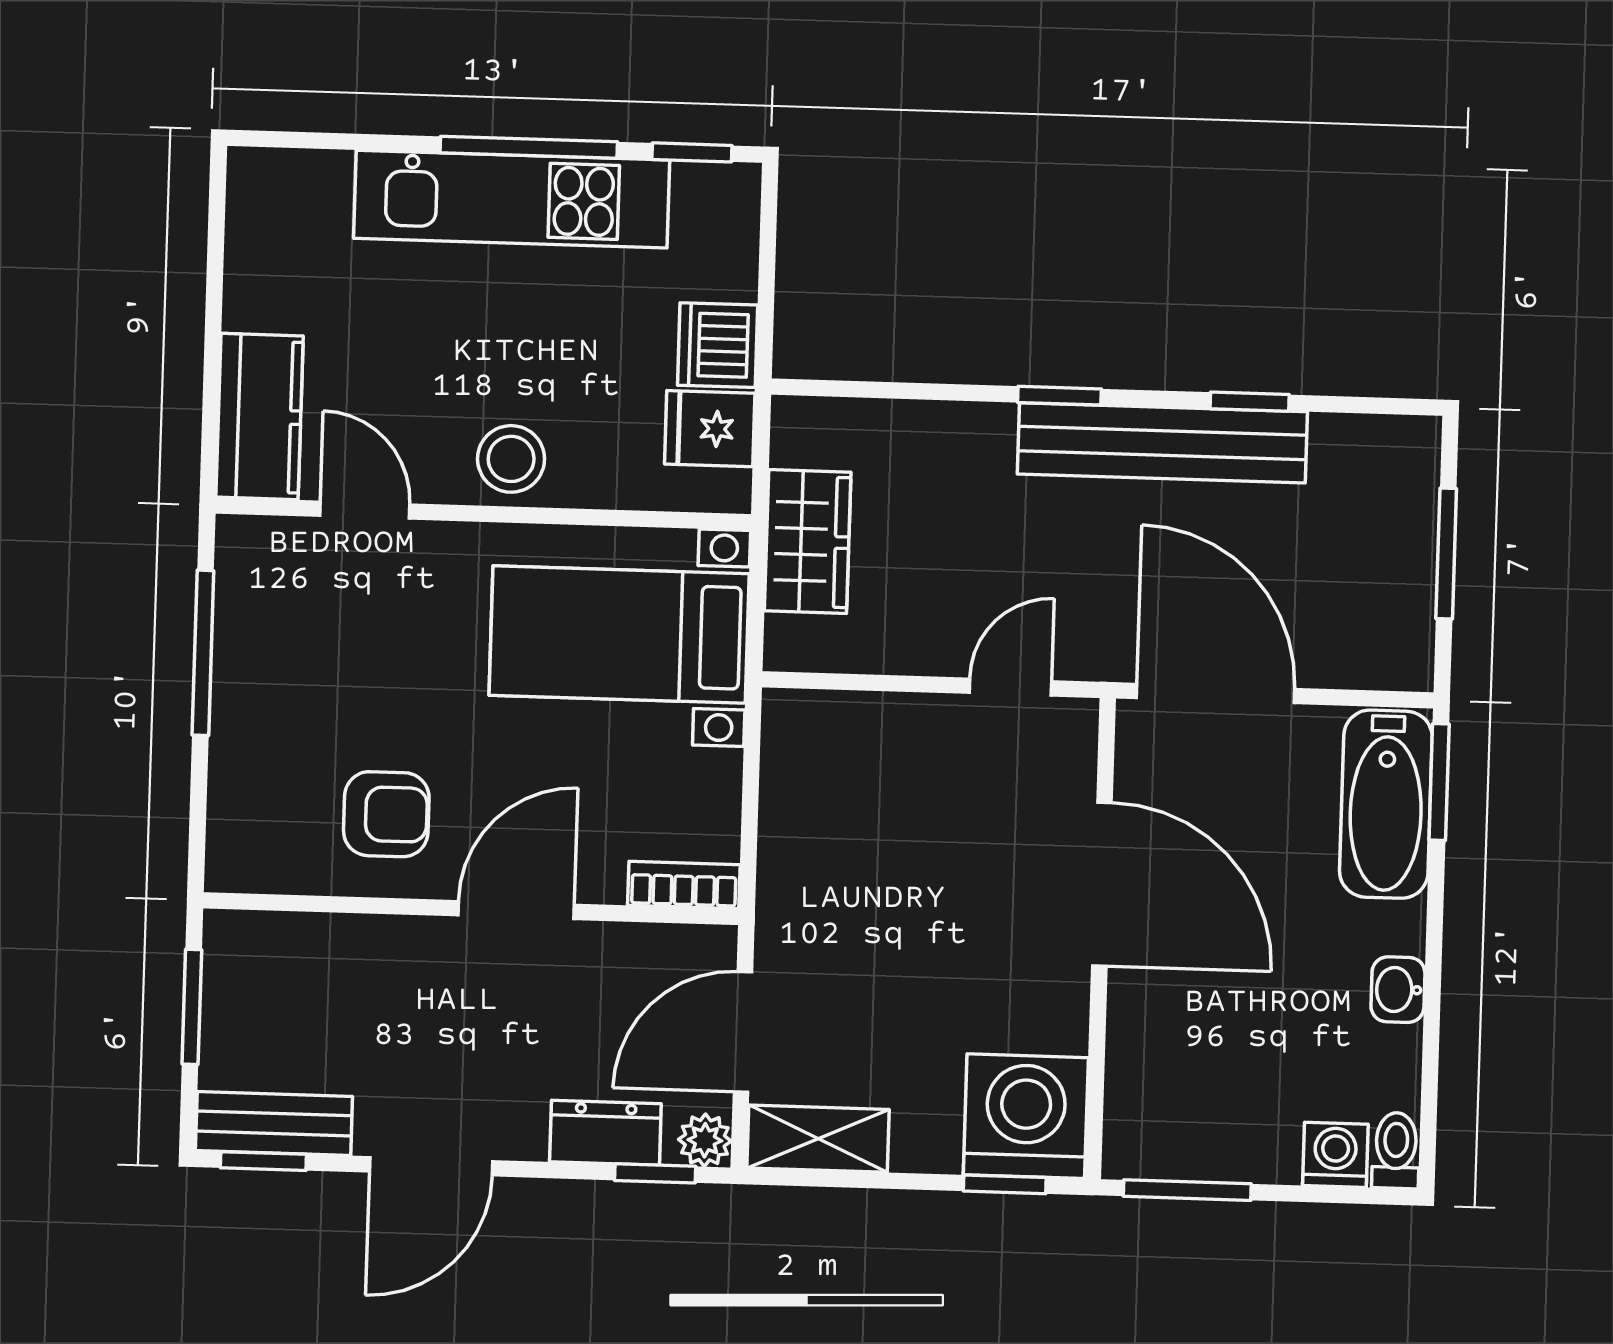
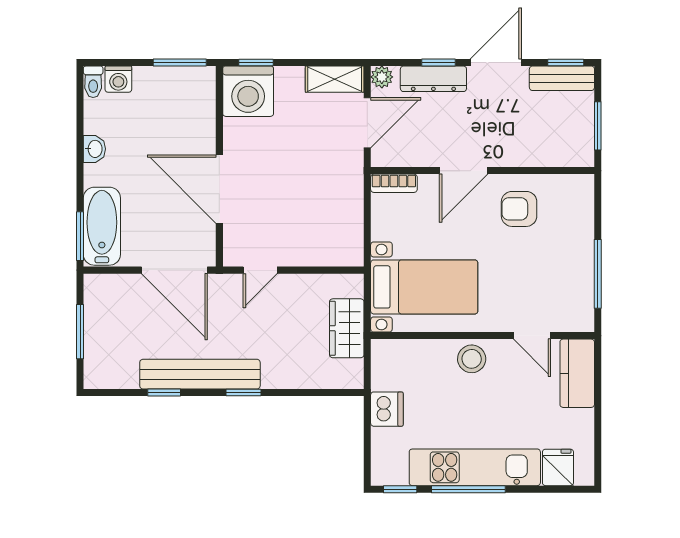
fridge: (710, 429) -> (558, 467), moved, turned -90
dresser: (605, 1133) -> (433, 79), width x1.44
window: (655, 1173) -> (439, 62), moved

